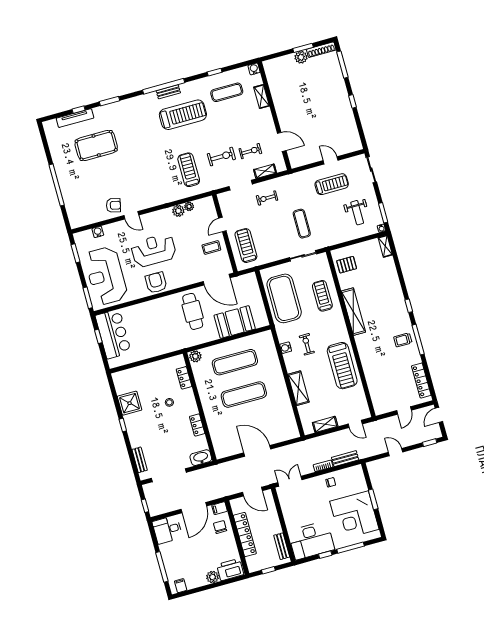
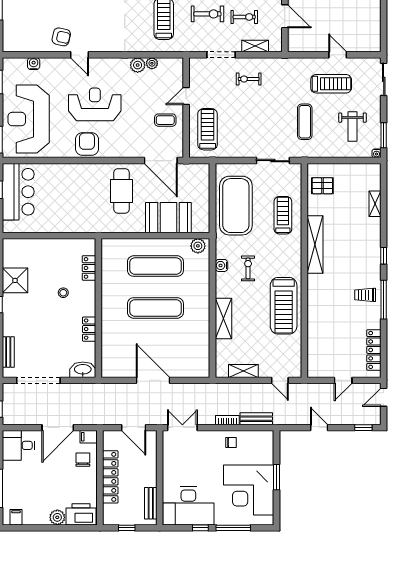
exercise mat: (302, 224) -> (305, 122), moved
shelving: (385, 246) -> (375, 204), moved
plant: (195, 356) -> (198, 246), moved

